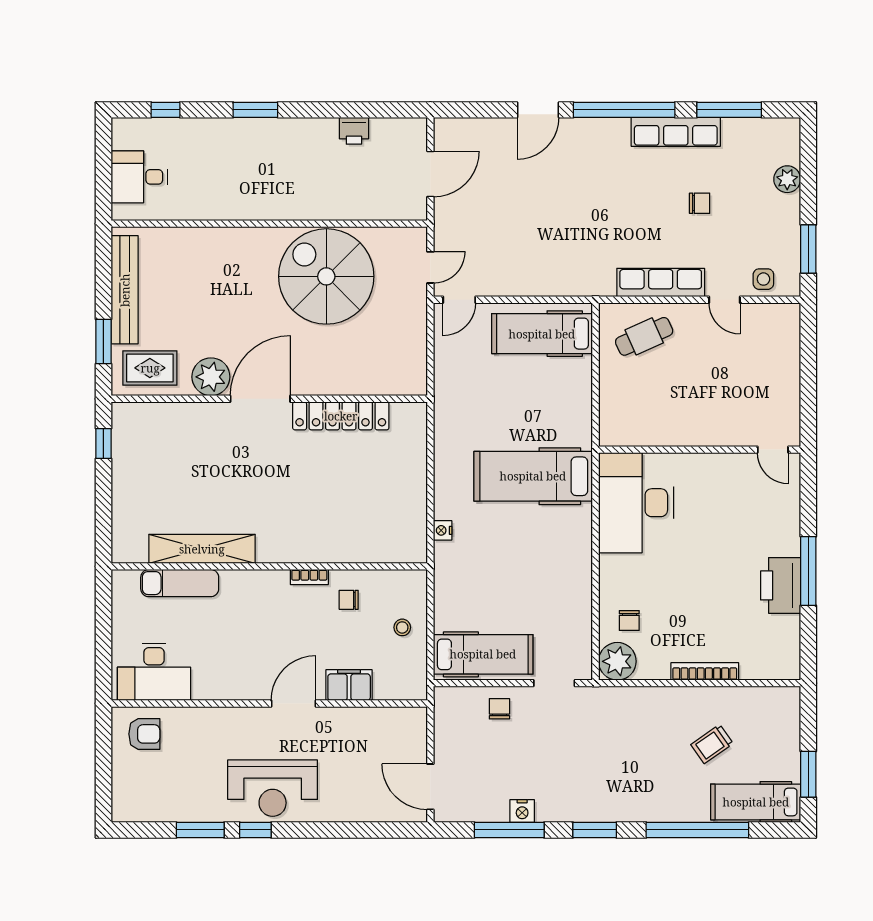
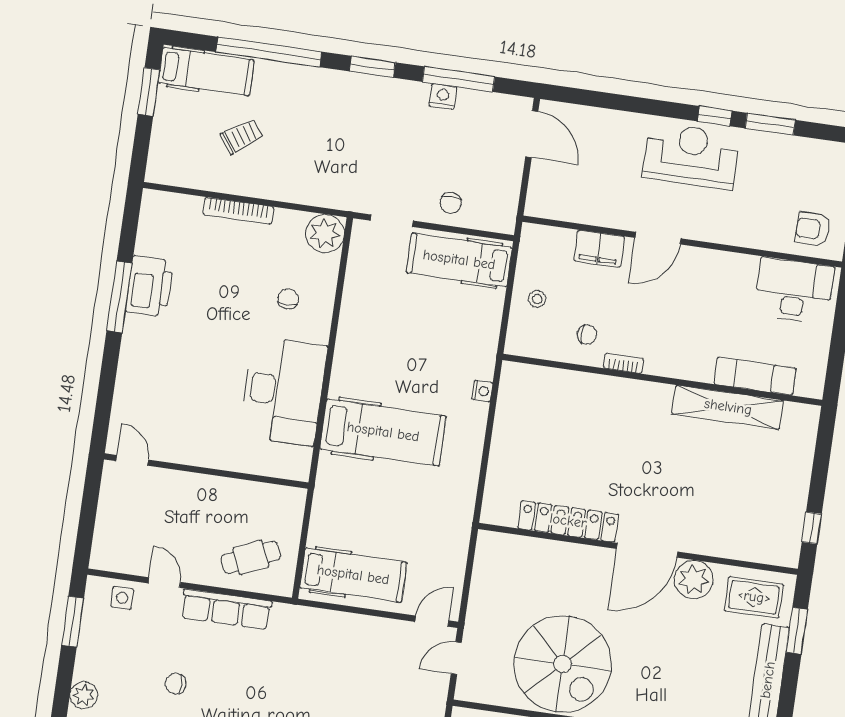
wall: (700, 450) -> (206, 471), moved
door: (773, 450) -> (132, 460), moved
chair: (629, 620) -> (288, 299), moved

